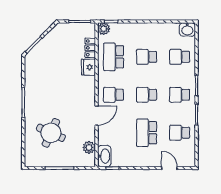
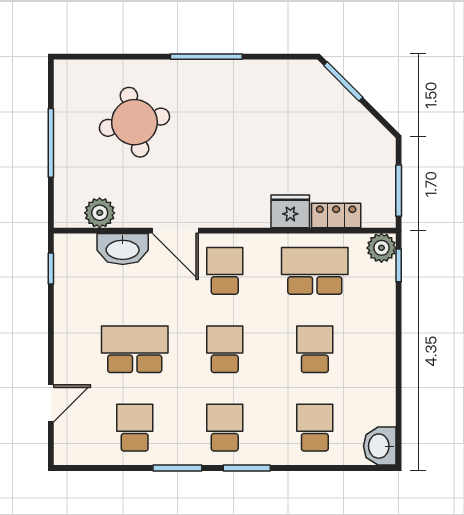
round table: (51, 133) -> (134, 122), turned -36
washbasin: (104, 156) -> (123, 249), moved

